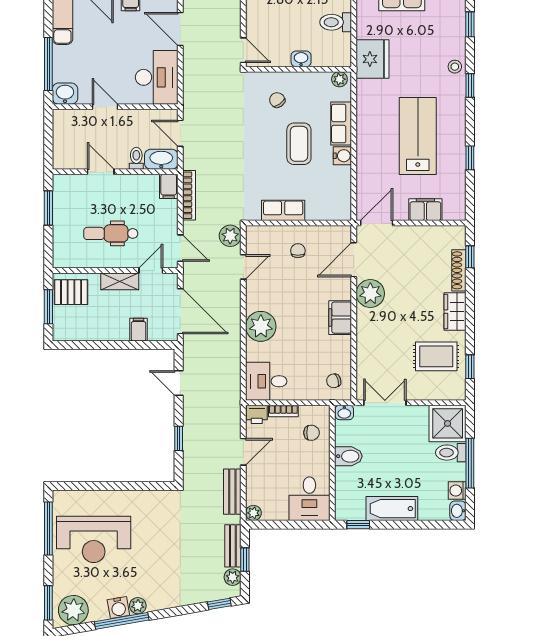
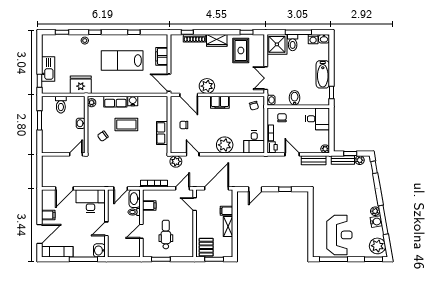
filing cabinet: (169, 186) -> (149, 205), moved
dental chair: (111, 233) -> (166, 235), moved, turned 180
shelving: (120, 281) -> (228, 226), moved

